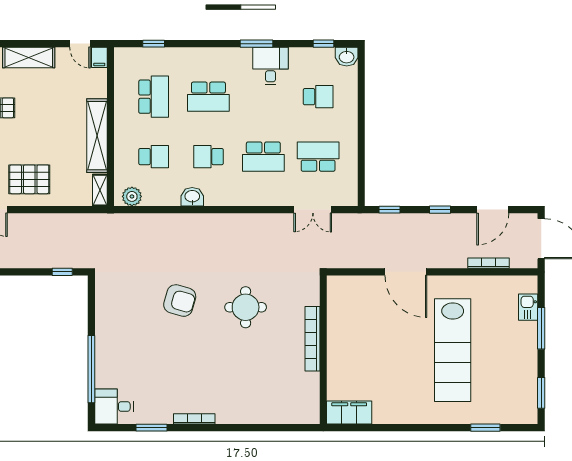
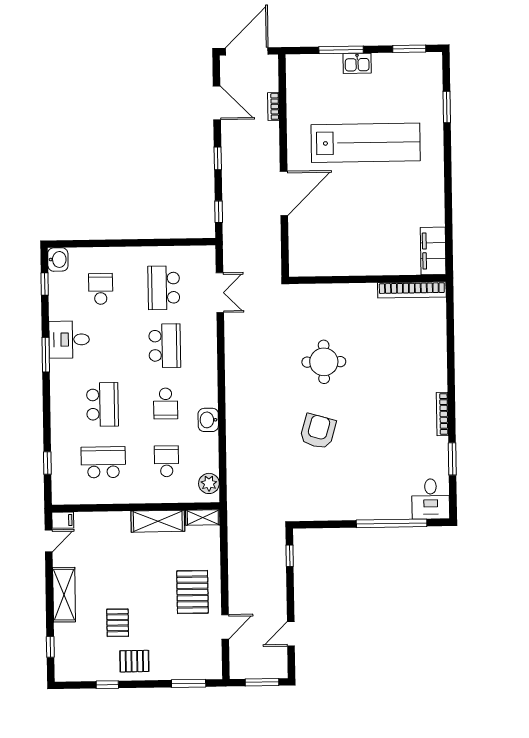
shelving: (97, 136) -> (158, 521), width x0.68
bookcase: (488, 263) -> (273, 106), width x0.64
kitchen sink: (528, 307) -> (357, 63), moved
bookcase: (312, 339) -> (412, 290), moved

